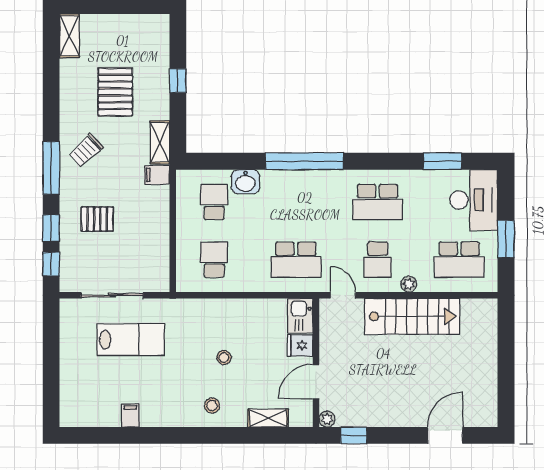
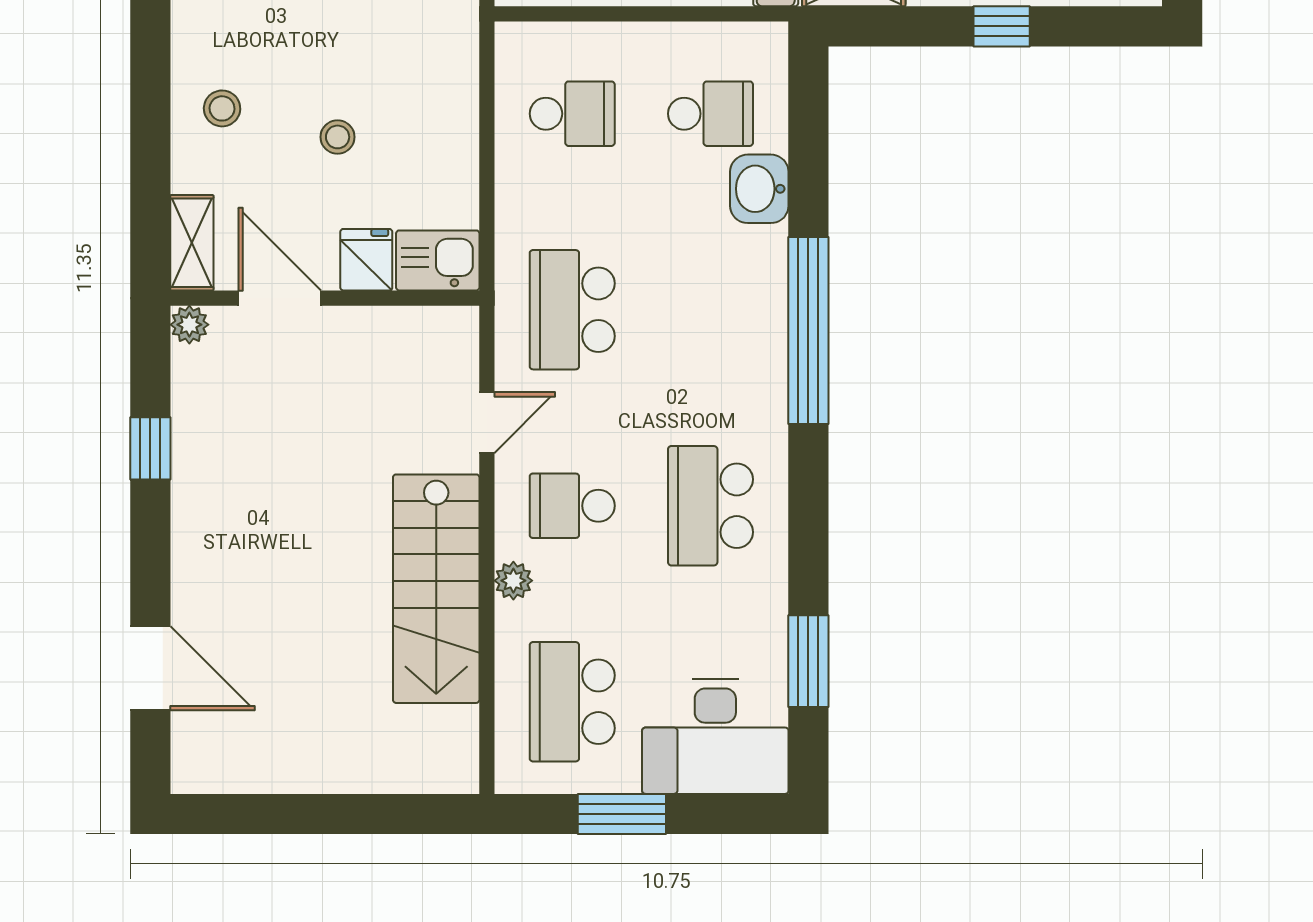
kitchen sink: (300, 316) -> (438, 260), moved
fridge: (300, 345) -> (366, 260), moved
wall: (316, 363) -> (325, 298), moved
door: (316, 382) -> (280, 298), moved
plant: (327, 419) -> (189, 325), moved

